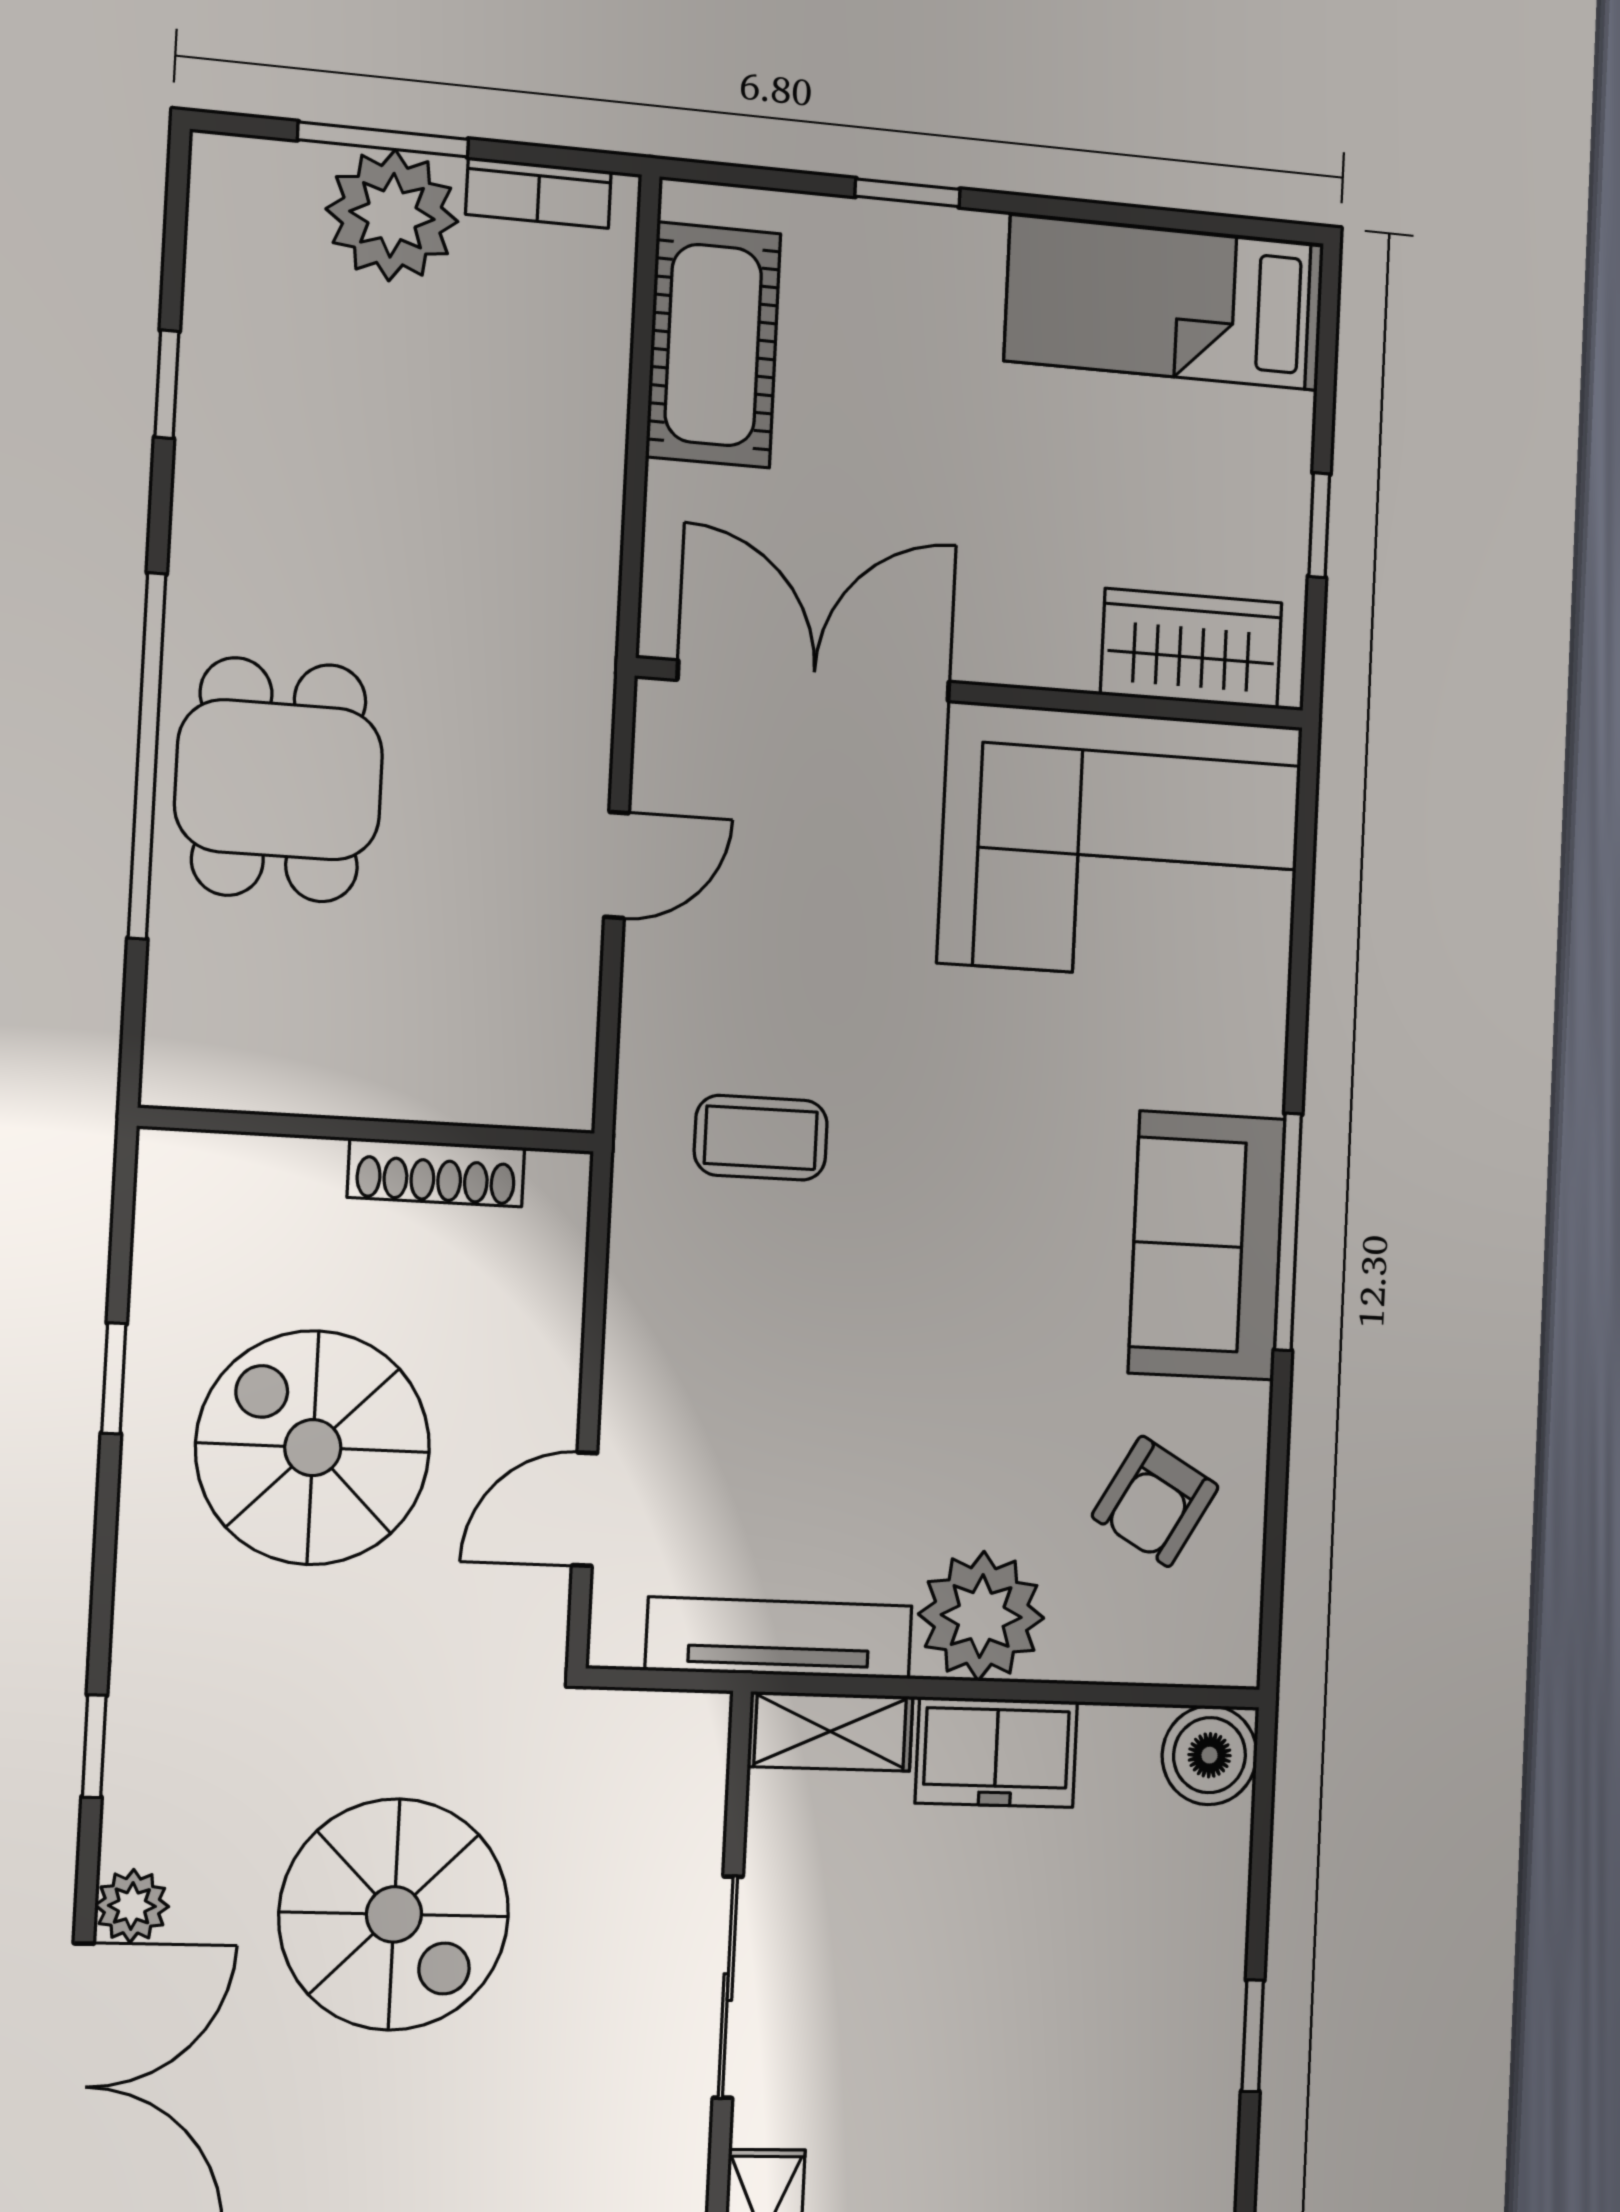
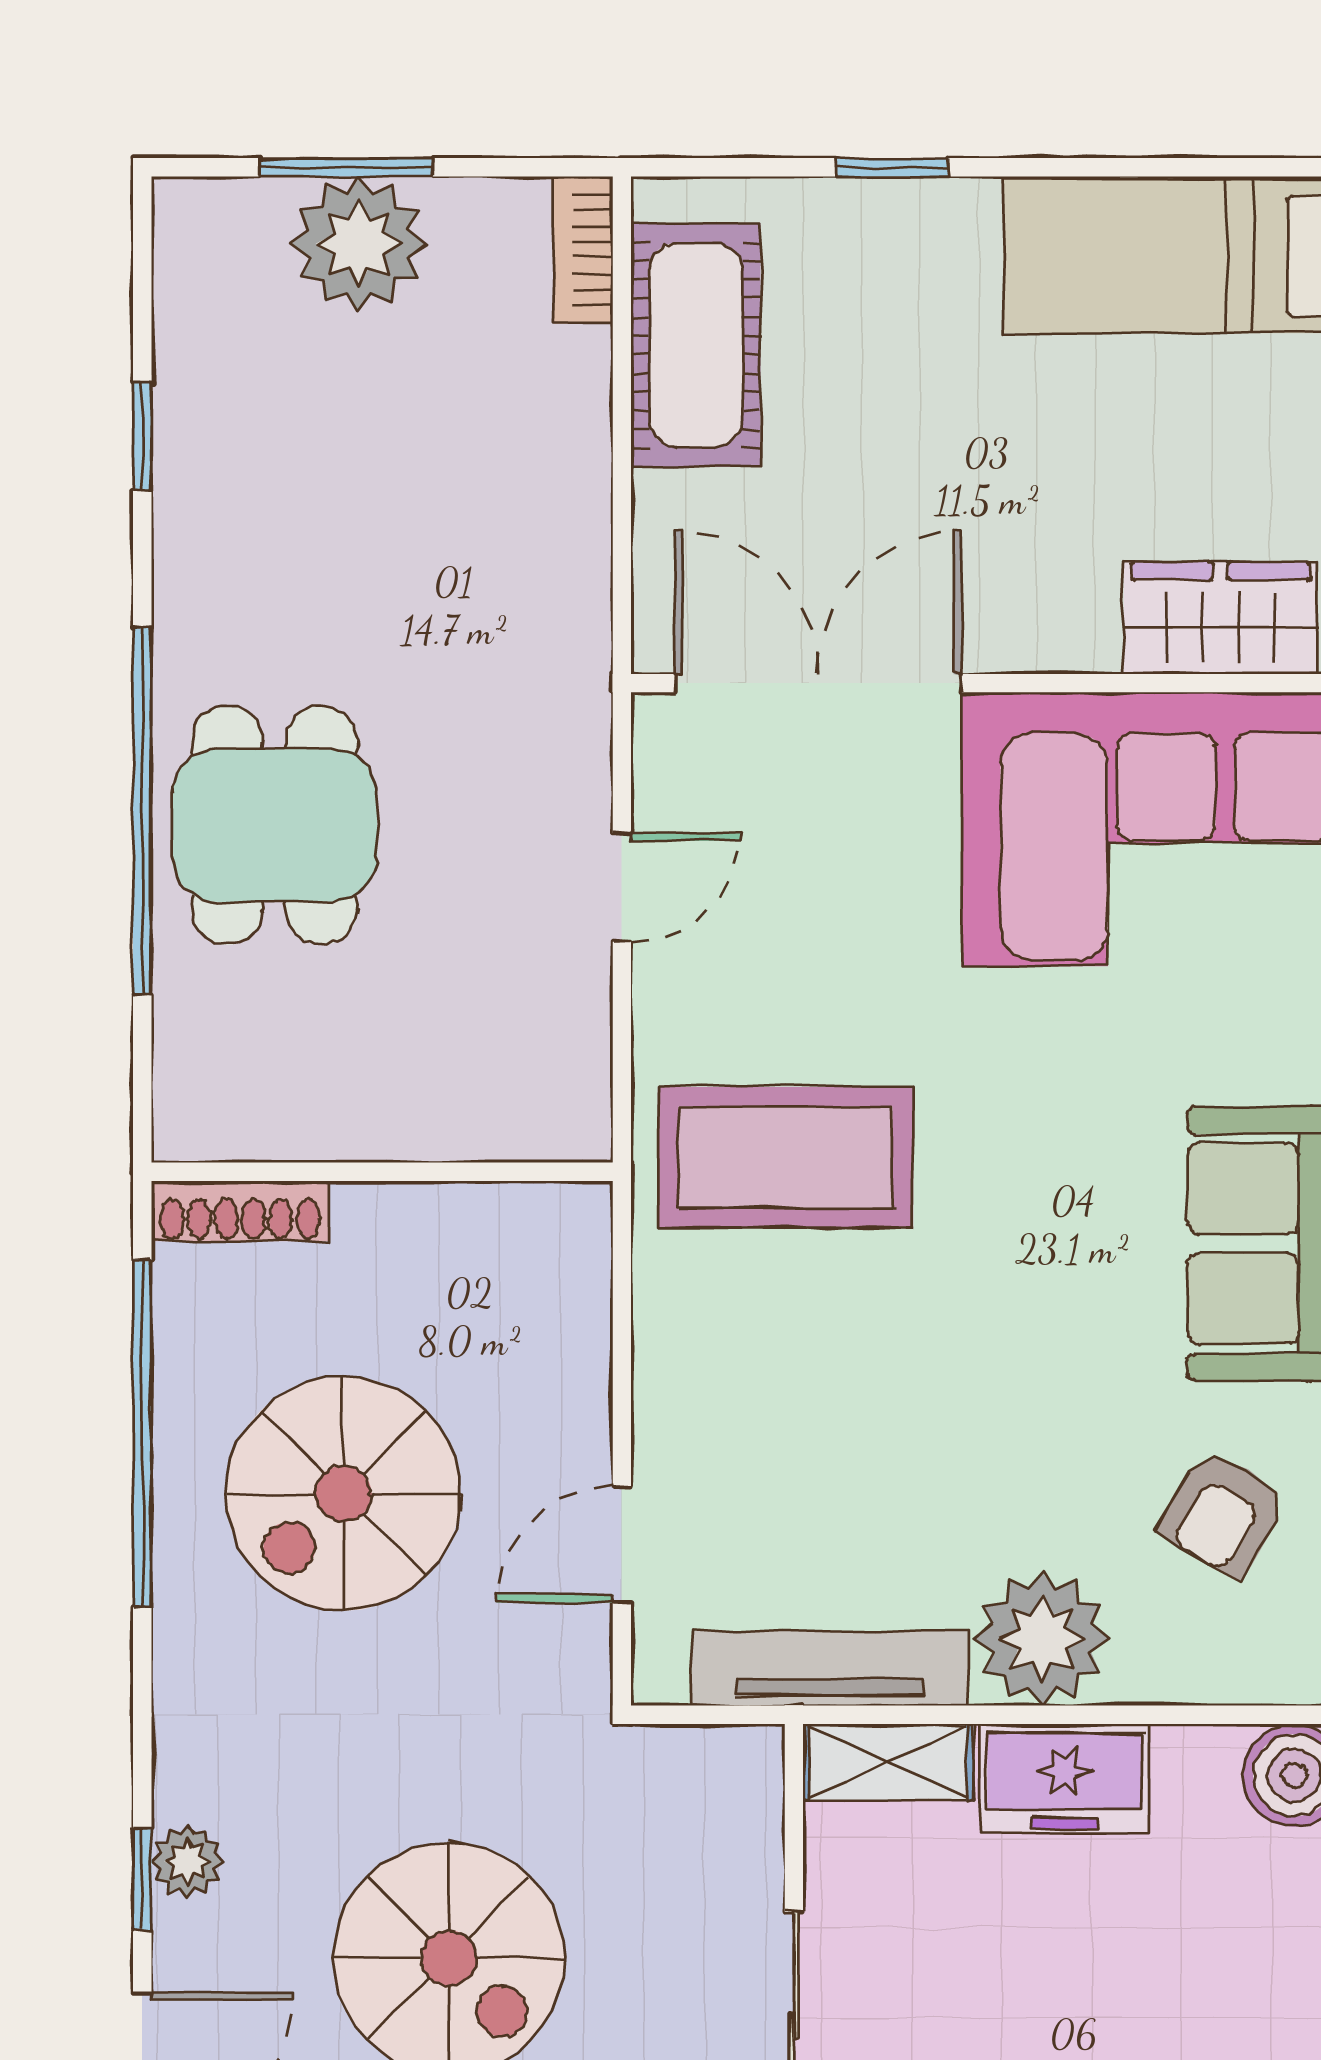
bookcase: (539, 193) -> (583, 250), moved, turned 90
coffee table: (761, 1138) -> (785, 1157), width x1.86, depth x1.72
shoe rack: (436, 1172) -> (240, 1211), moved
window: (114, 1378) -> (142, 1433), width x3.17
spiral stairs: (313, 1448) -> (343, 1494), turned -90
window: (94, 1746) -> (142, 1879), moved
plant: (132, 1906) -> (188, 1861), moved

